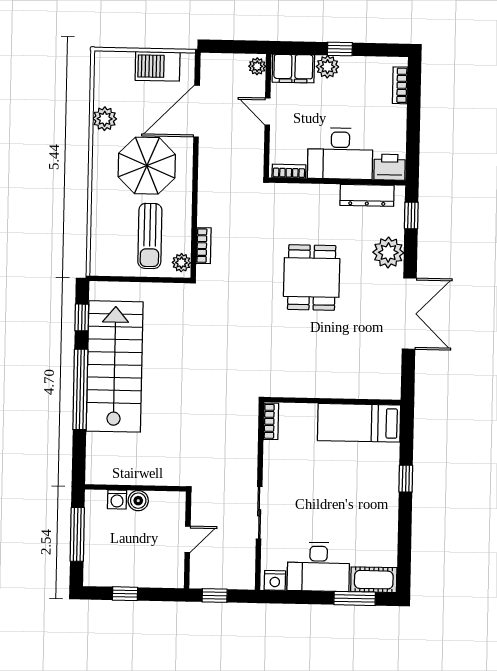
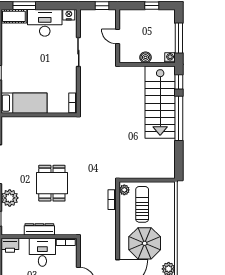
desk: (340, 153) -> (42, 252), width x0.73
dresser: (367, 195) -> (39, 229), moved
window: (82, 317) -> (179, 82), moved
stairs: (115, 366) -> (160, 102), moved
washing machine: (117, 499) -> (170, 58), moved
door: (188, 539) -> (118, 37), hinge flipped

